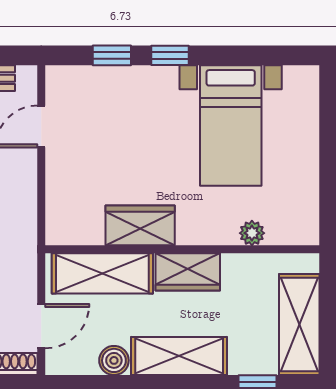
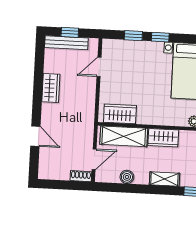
wardrobe: (140, 225) -> (120, 114), moved
shelving: (179, 356) -> (164, 179), width x0.67, depth x0.75

